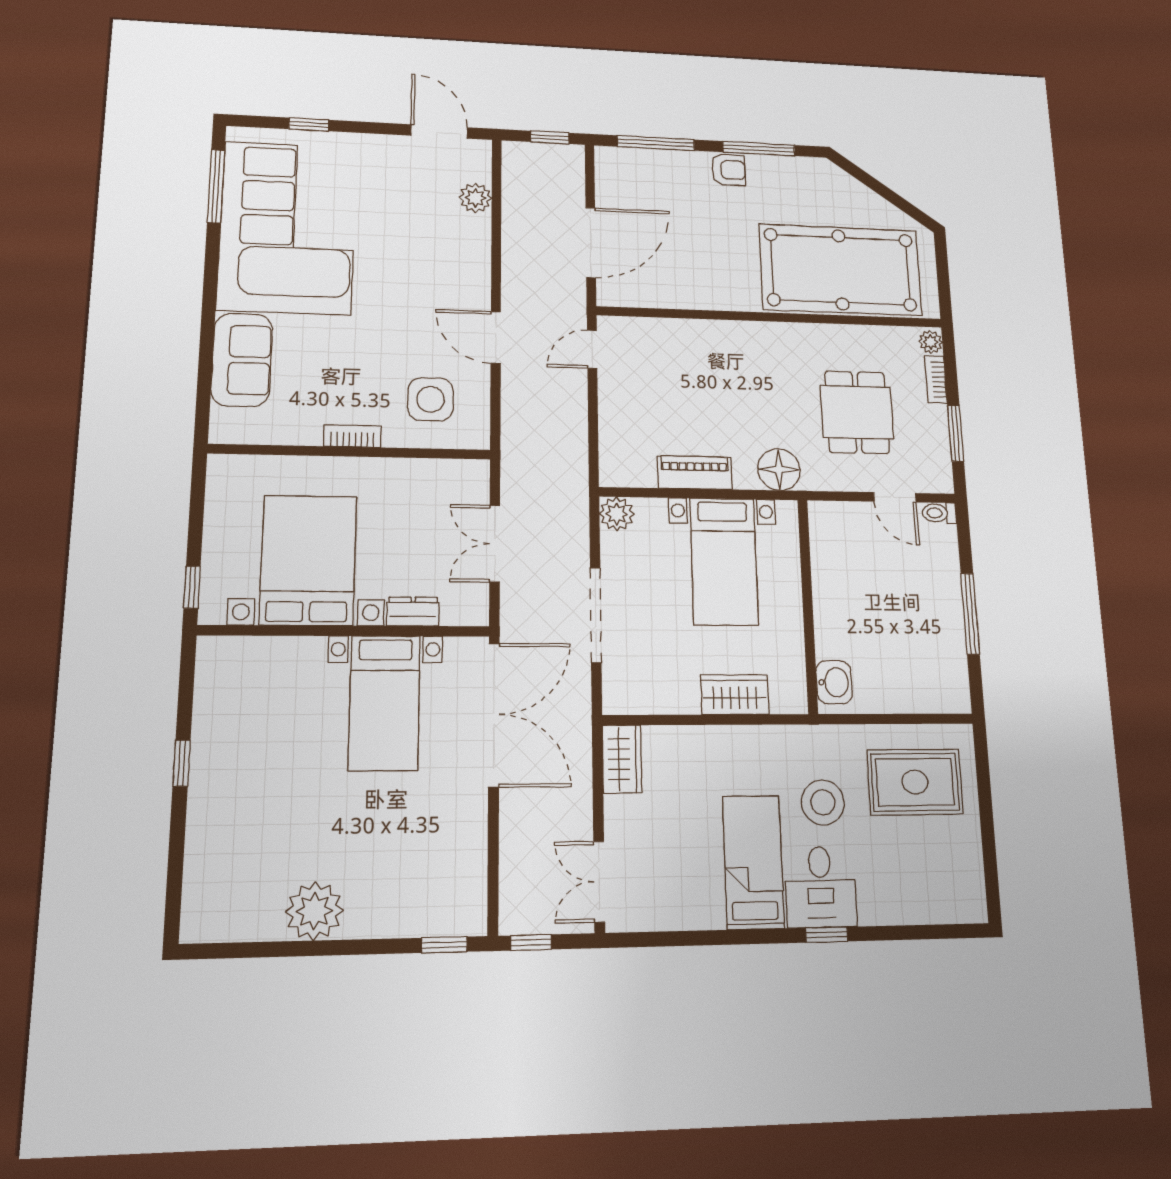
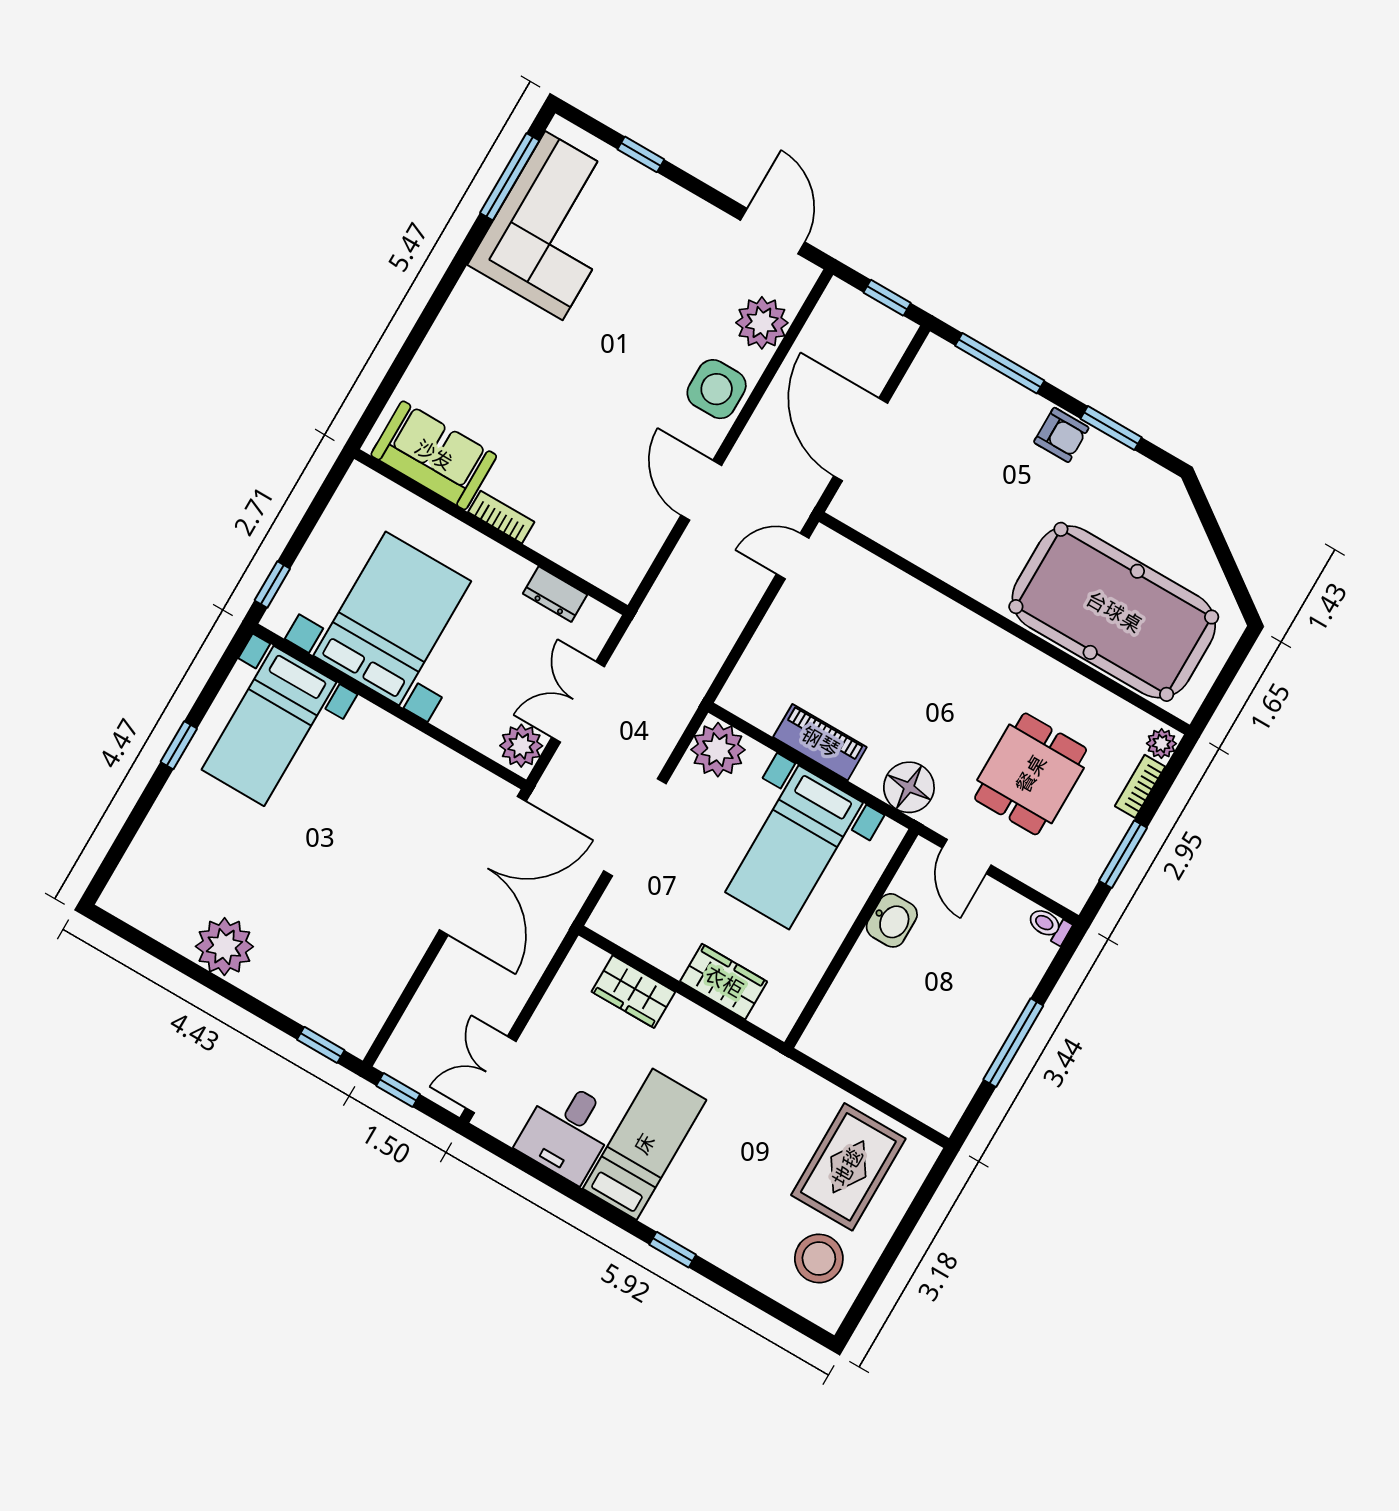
window: (759, 149) -> (1111, 428), width x0.69
plant: (475, 198) -> (762, 323), width x1.36, depth x1.36
corner sofa: (287, 227) -> (554, 226), width x0.73, depth x0.74
door: (591, 243) -> (861, 439), swing flipped
sofa: (242, 360) -> (434, 455), moved, turned -90
side table: (431, 399) -> (717, 389), moved
door: (895, 497) -> (967, 856), moved
plant: (617, 514) -> (718, 750), width x1.36, depth x1.36
plant: (470, 602) -> (521, 746), added
dresser: (413, 612) -> (555, 594), moved, turned 180
washbasin: (834, 682) -> (892, 920), moved
bed with nightstands: (384, 703) -> (269, 726), moved
wardrobe: (622, 759) -> (633, 992), moved, turned 90
rug: (915, 782) -> (848, 1167), turned 90
stool: (823, 802) -> (819, 1258), moved
desk: (821, 887) -> (567, 1131), moved

